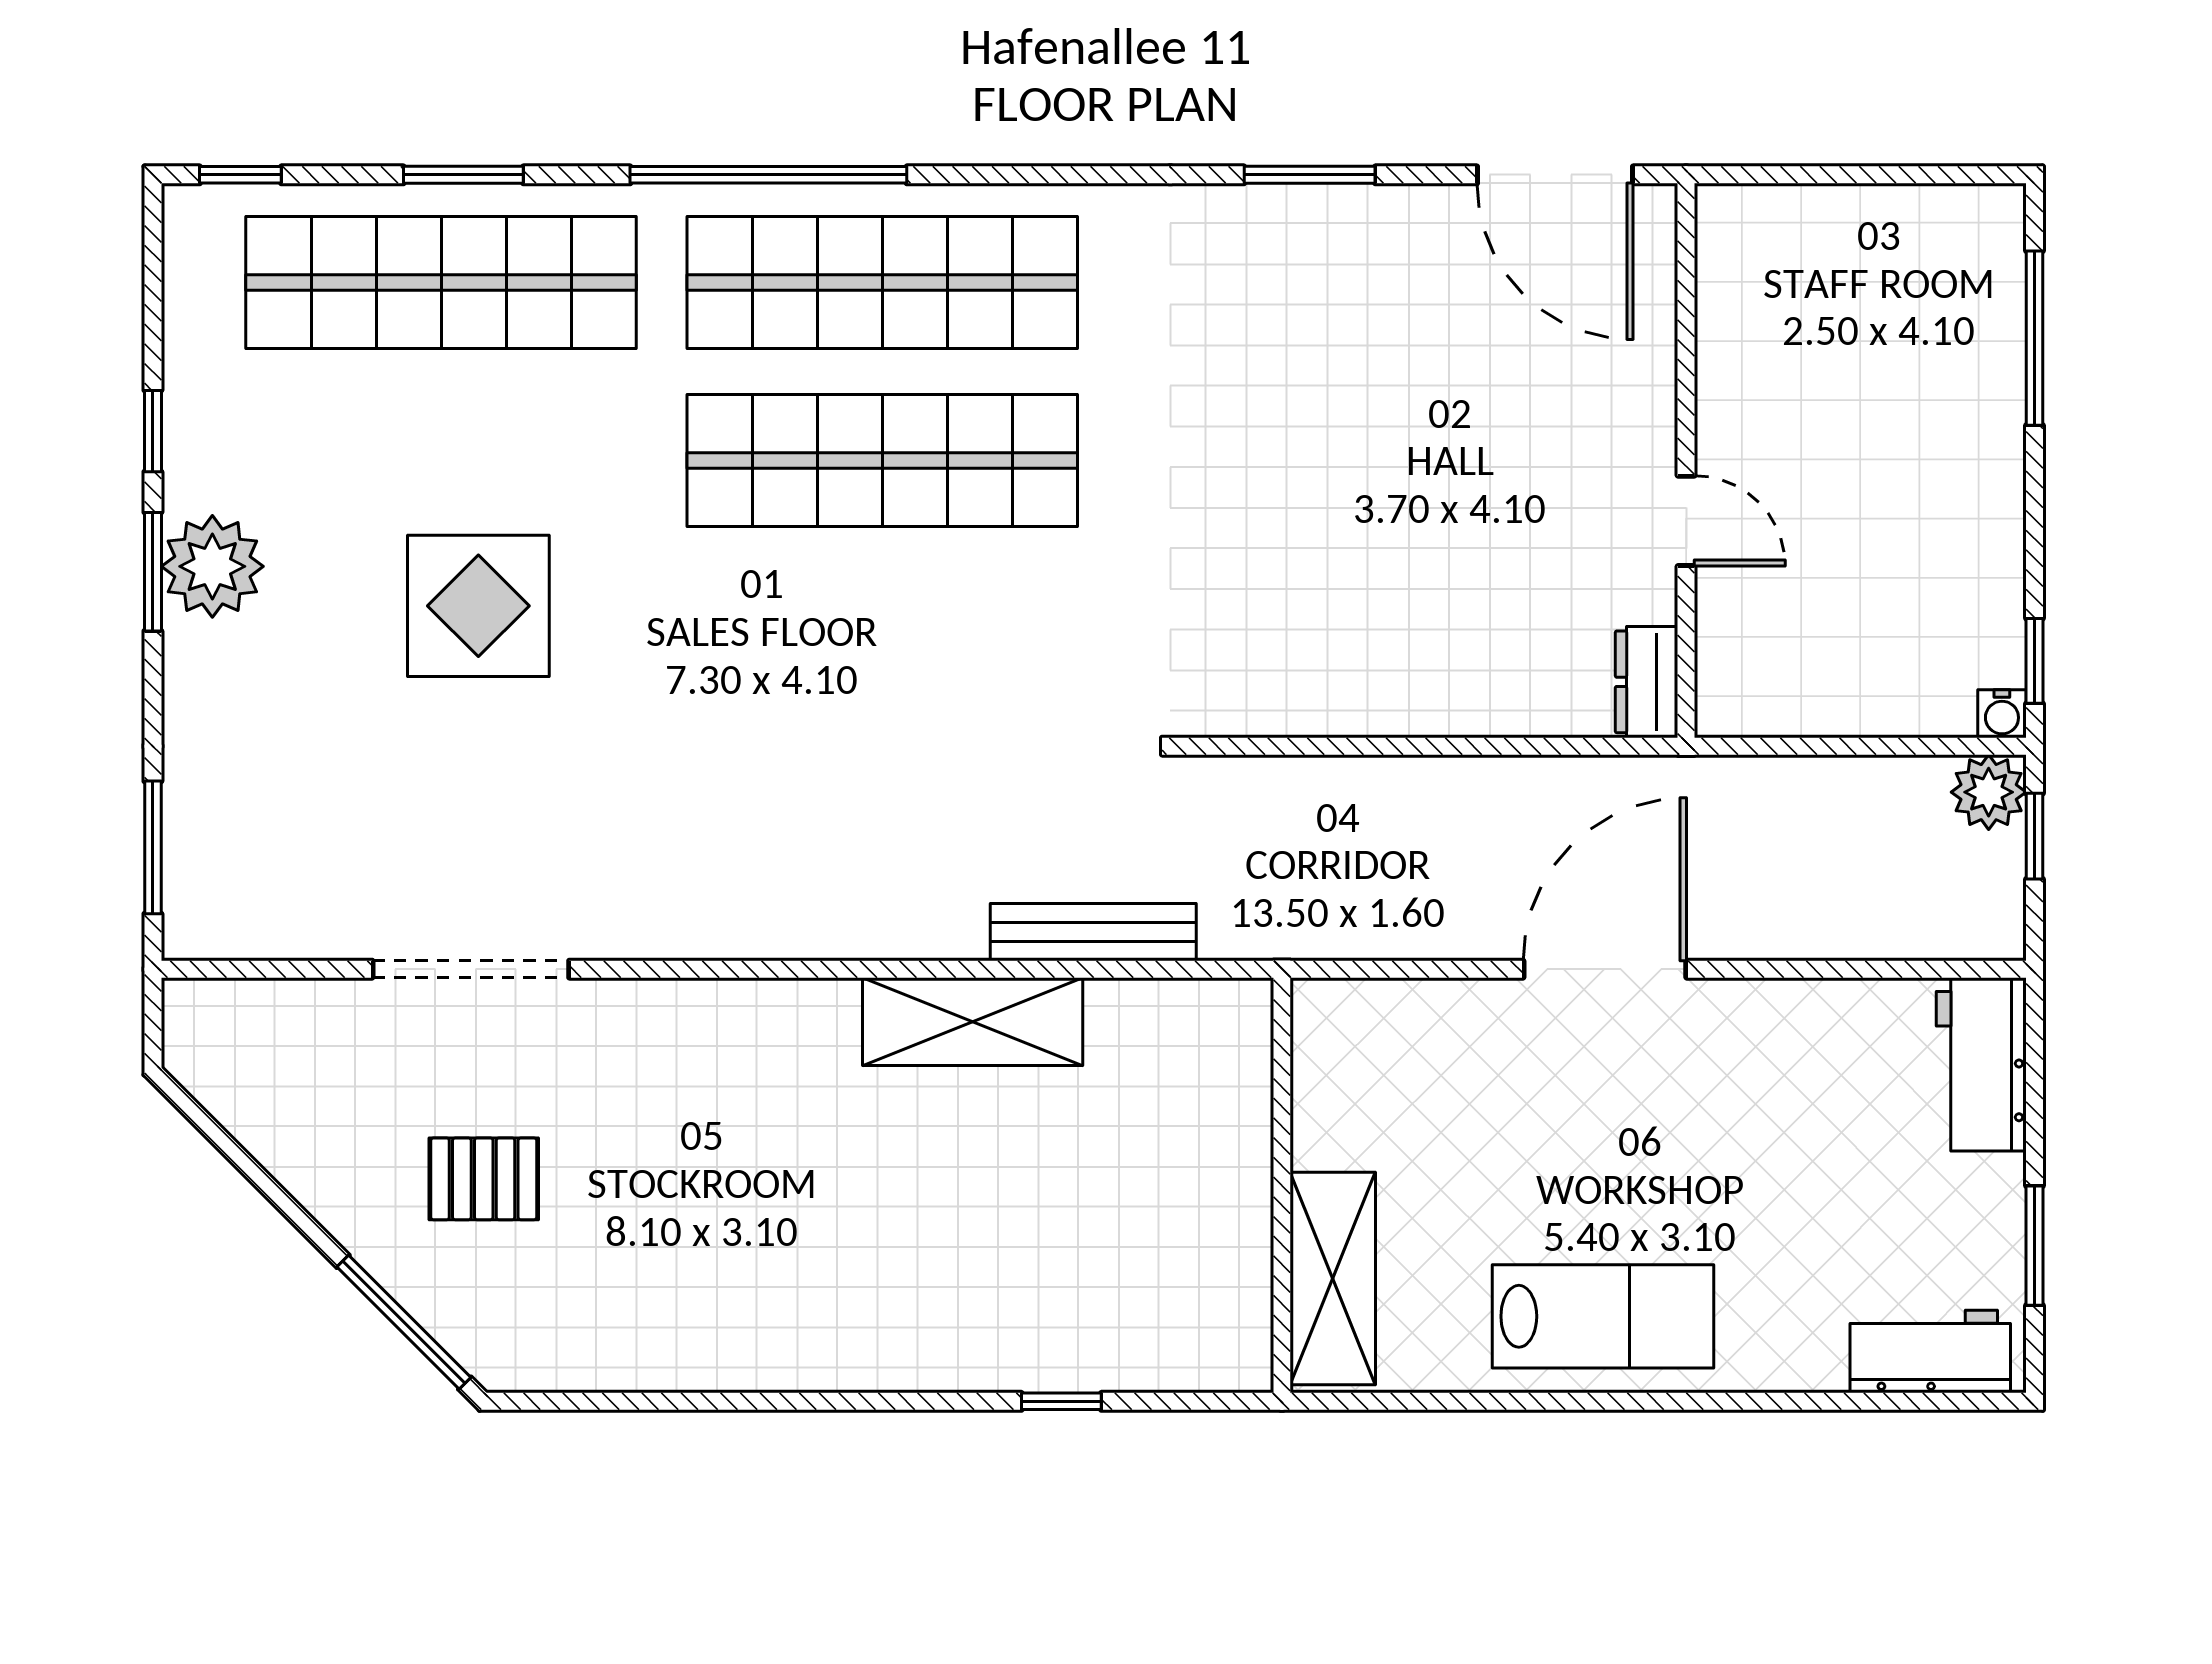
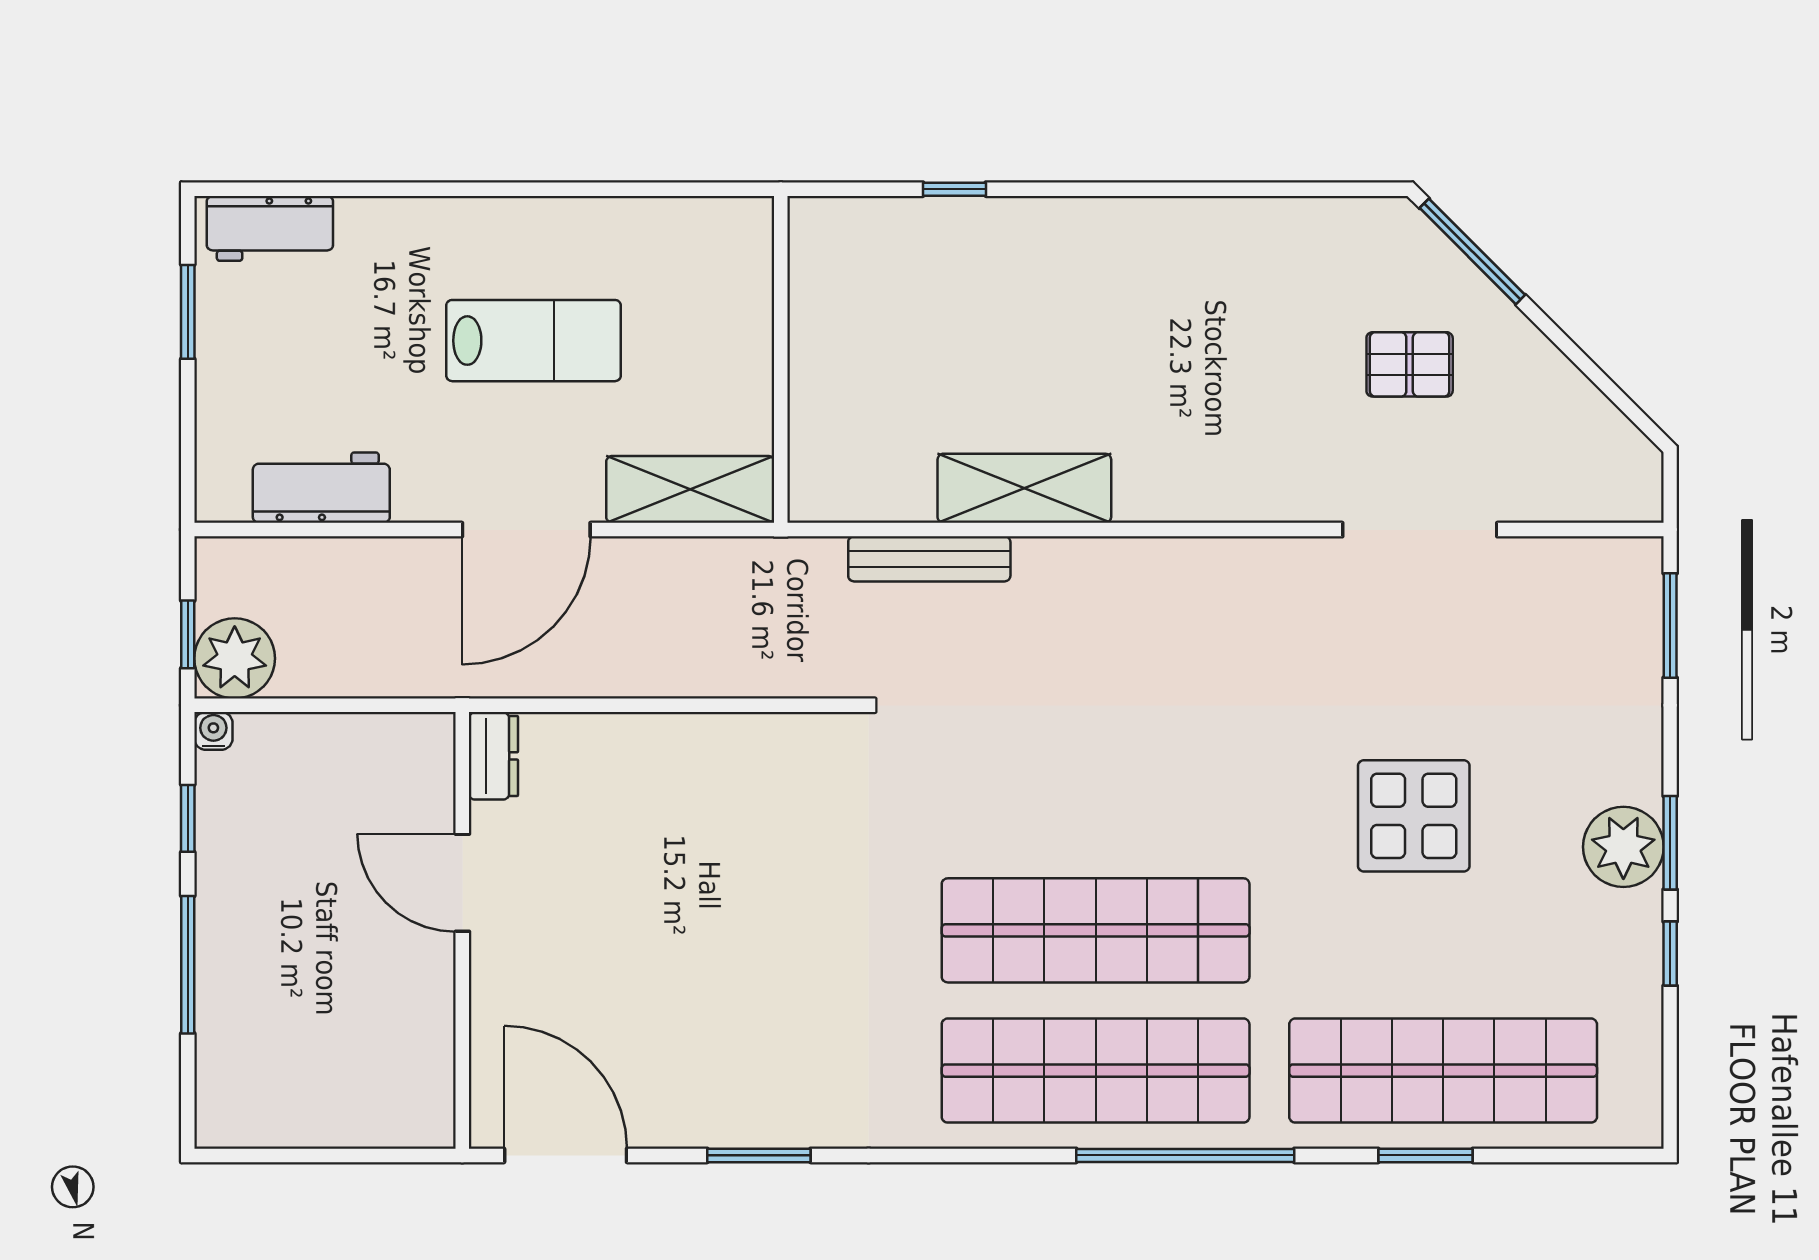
window: (240, 175) -> (1601, 1155), removed
window: (2034, 338) -> (188, 965), moved
door: (1686, 521) -> (462, 883), width x1.38
window: (2034, 661) -> (188, 818), moved
plant: (1989, 792) -> (235, 658), width x1.36, depth x1.36
workbench: (1981, 1064) -> (321, 488), moved, turned -90
shelving: (1333, 1278) -> (690, 489), moved, turned 90
lab bench: (1603, 1316) -> (534, 341), moved, turned 180

